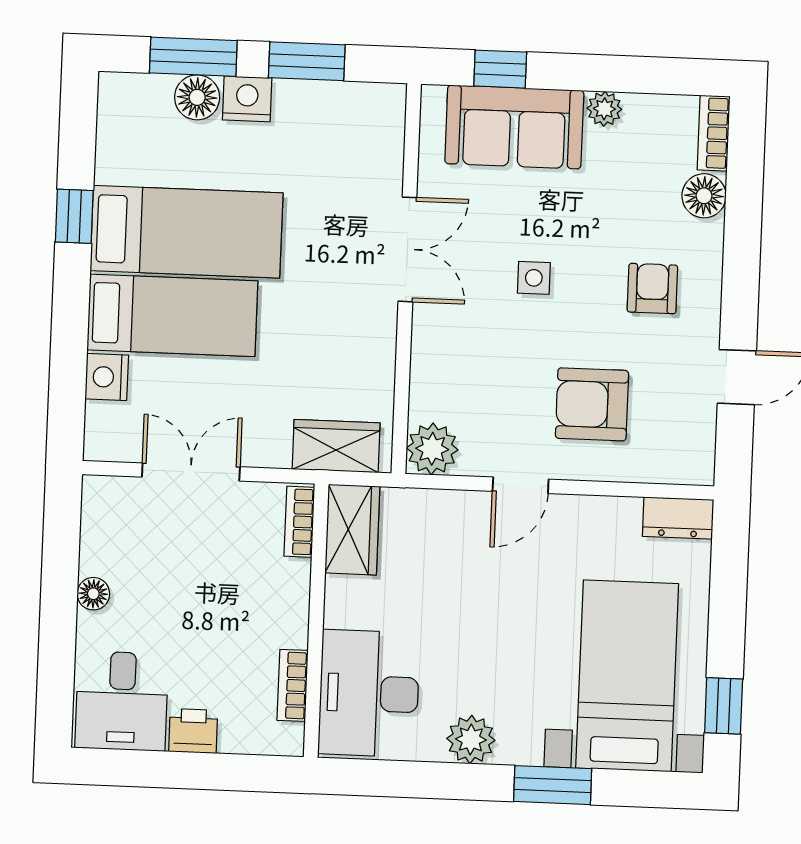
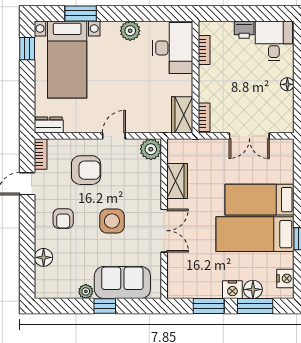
window: (500, 69) -> (105, 306), moved
bookcase: (714, 133) -> (41, 154), moved
double door: (407, 249) -> (164, 231), swing flipped
side table: (534, 278) -> (112, 221), width x1.87, depth x1.87
nightstand: (107, 377) -> (285, 278), moved
wardrobe: (336, 446) -> (177, 181), moved, turned -90
window: (553, 785) -> (81, 13), moved

